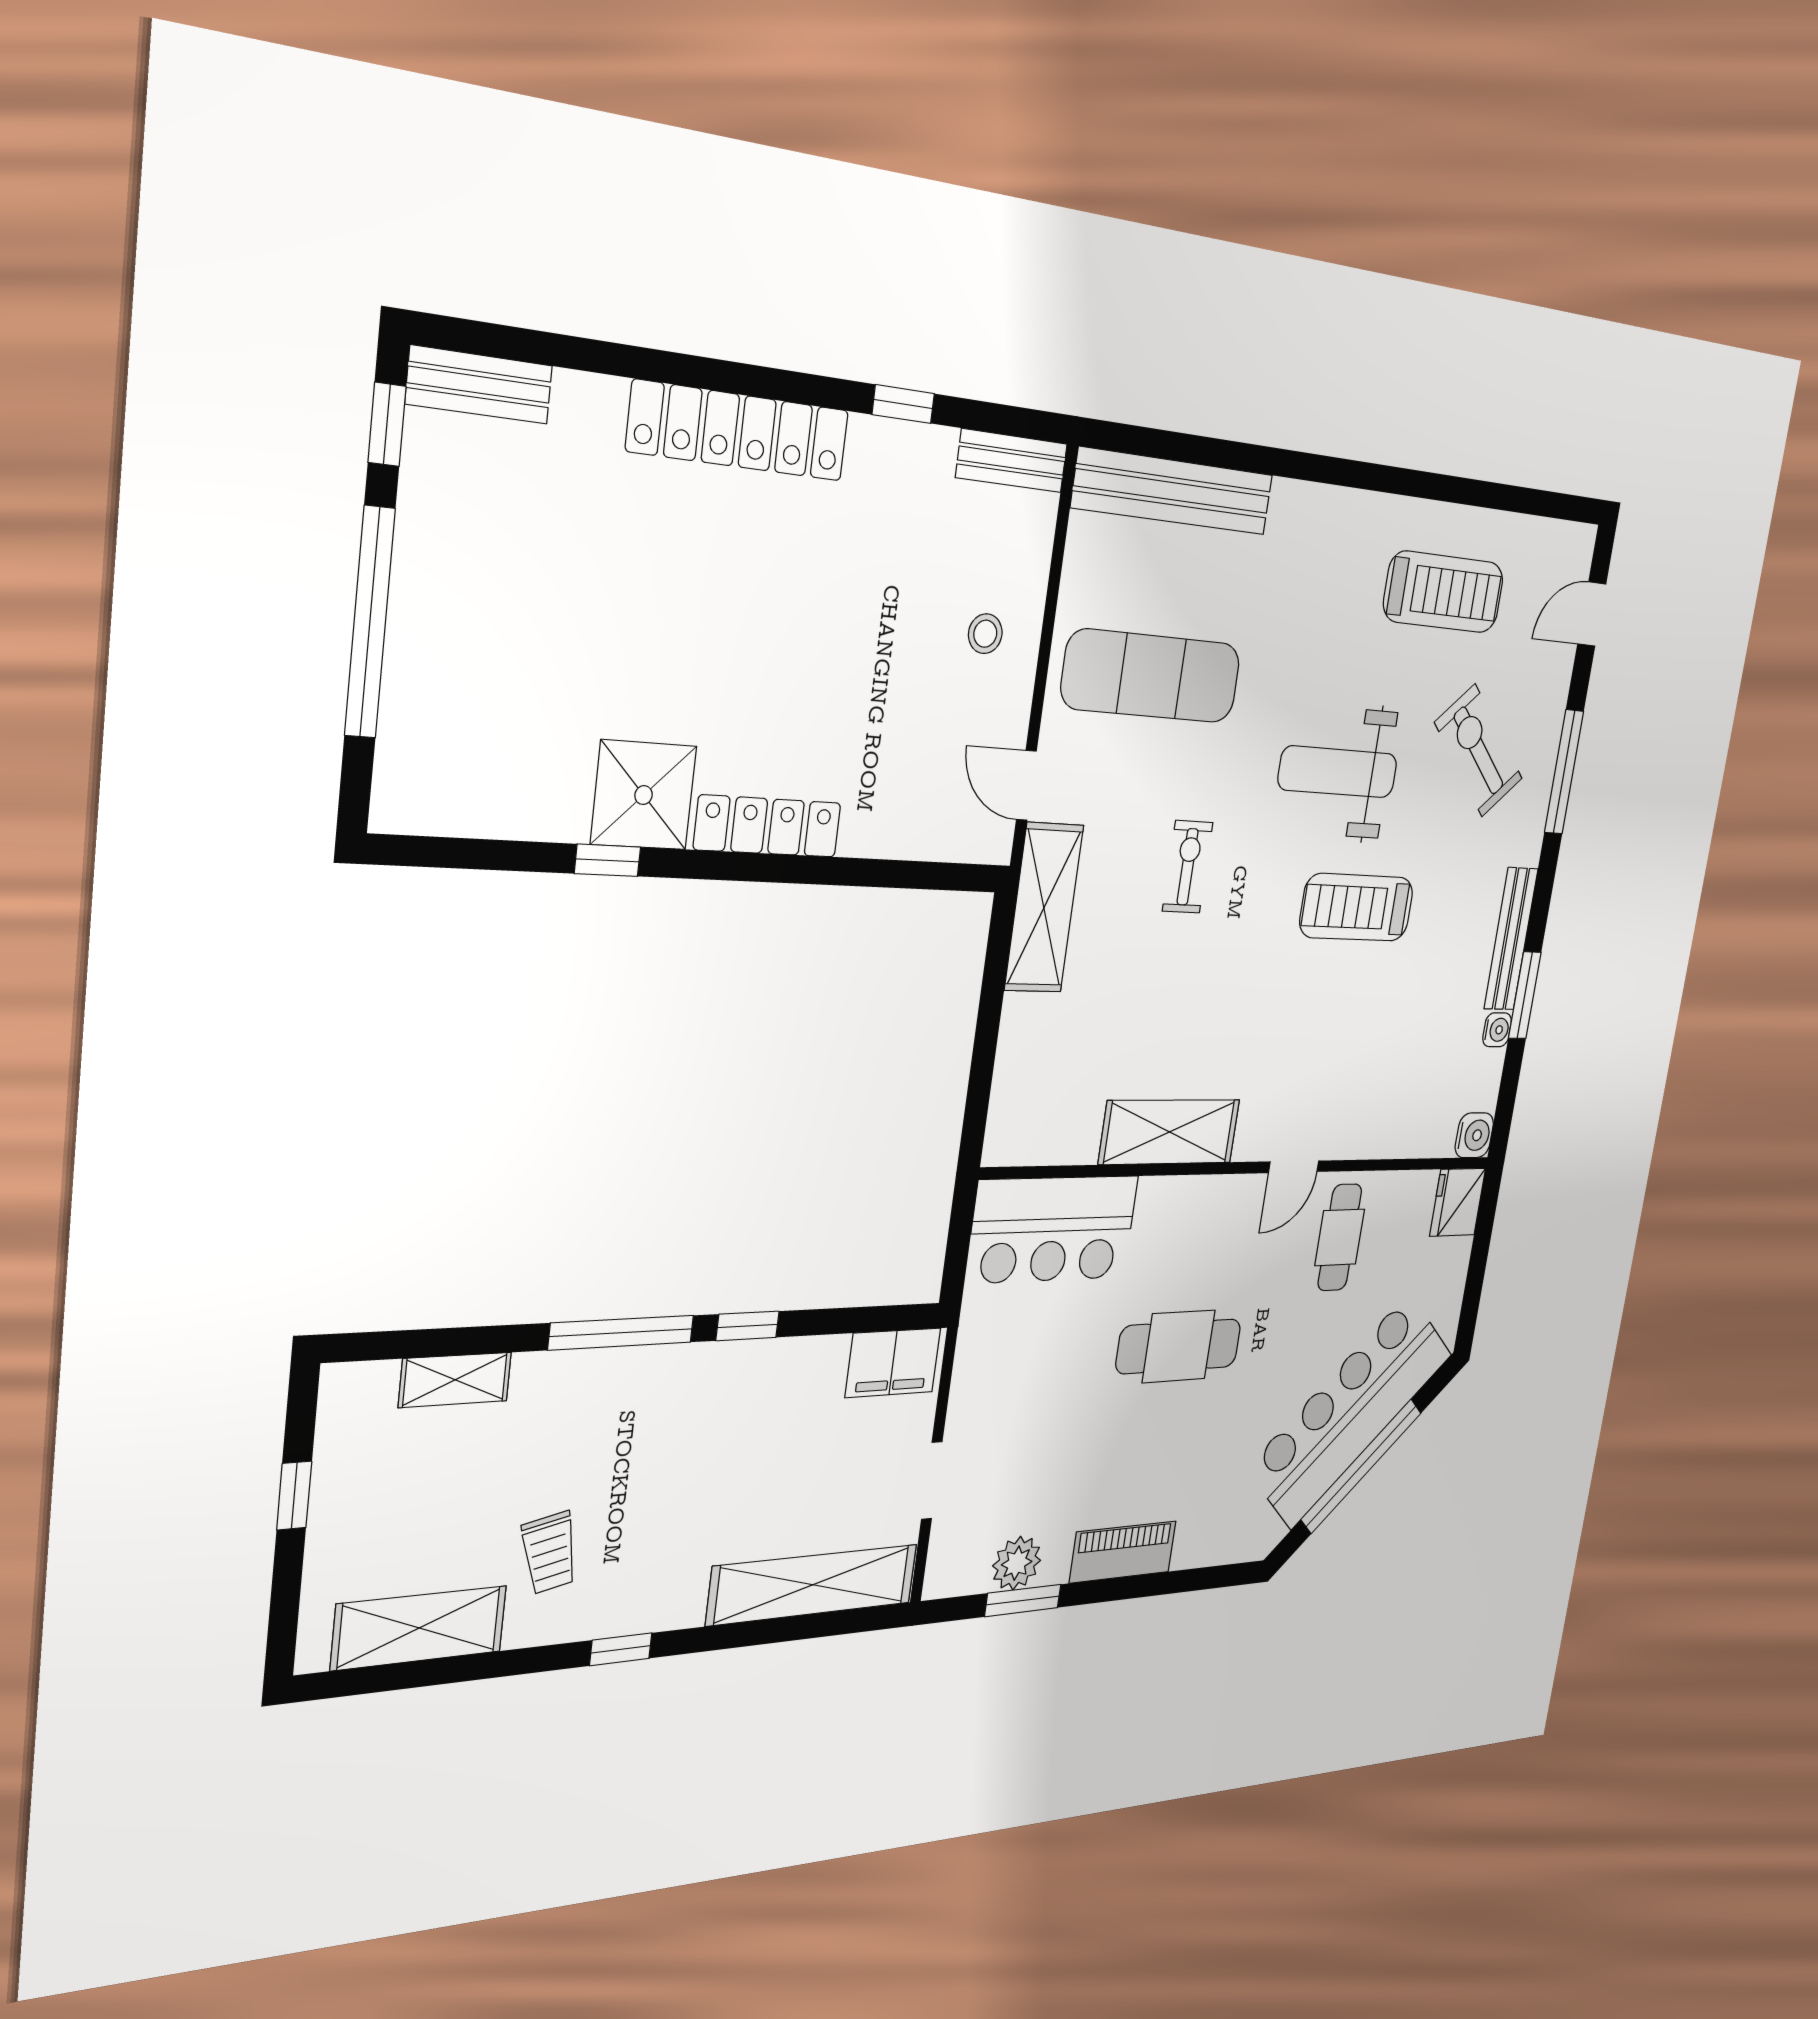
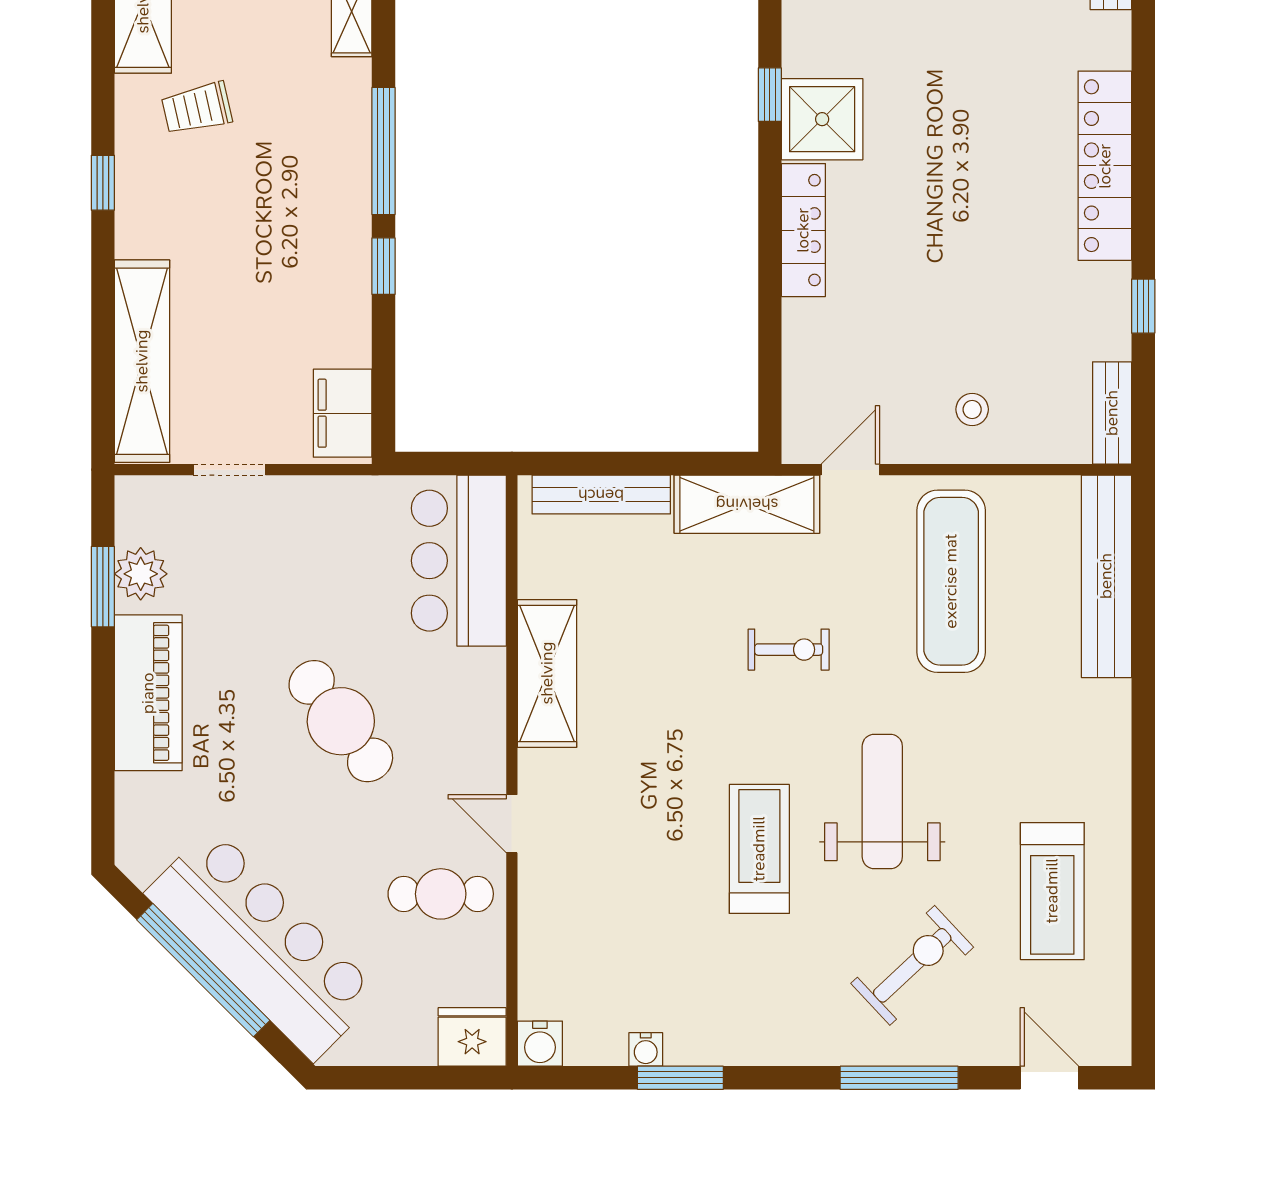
bench: (1511, 939) -> (601, 495), moved
cafe table: (1179, 1346) -> (341, 721), turned -37
piano: (1123, 1552) -> (148, 693), width x1.37, depth x1.33

